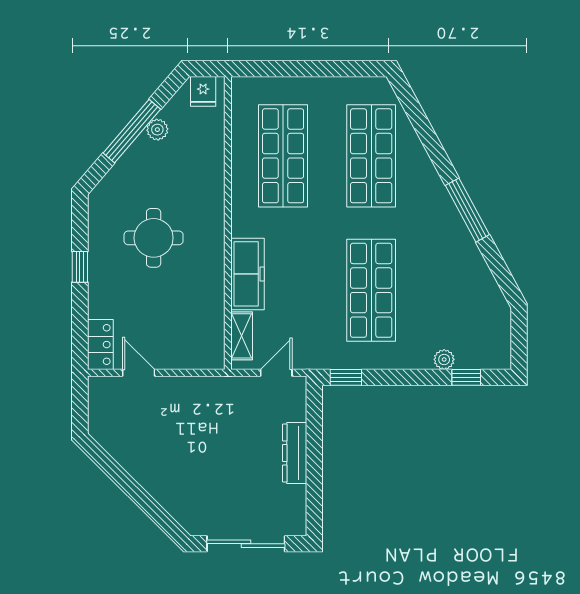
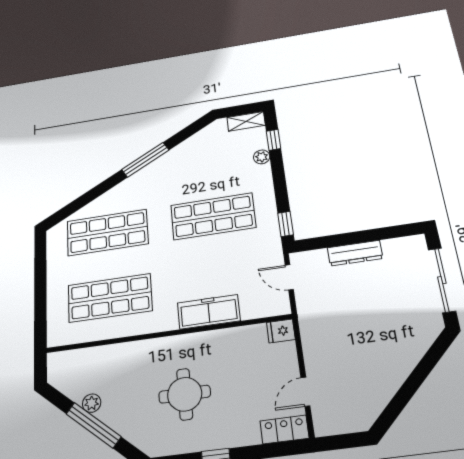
fridge: (203, 91) -> (281, 331), moved, turned 180
shelving: (242, 336) -> (246, 121), moved

